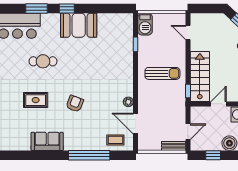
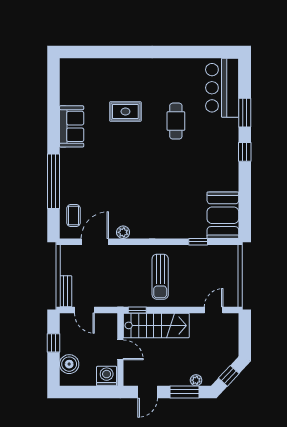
barbecue: (145, 24) -> (224, 254), removed
booth: (79, 25) -> (223, 215), moved
rug: (36, 100) -> (125, 111), turned 90
armchair: (75, 104) -> (121, 162), removed

